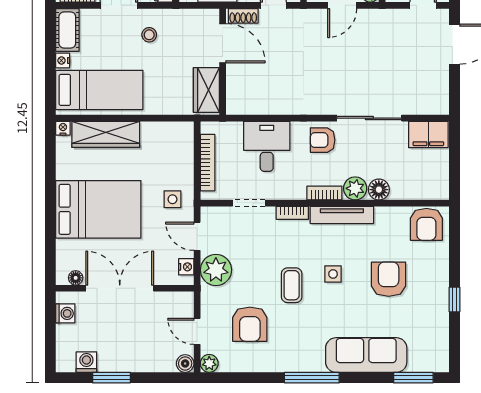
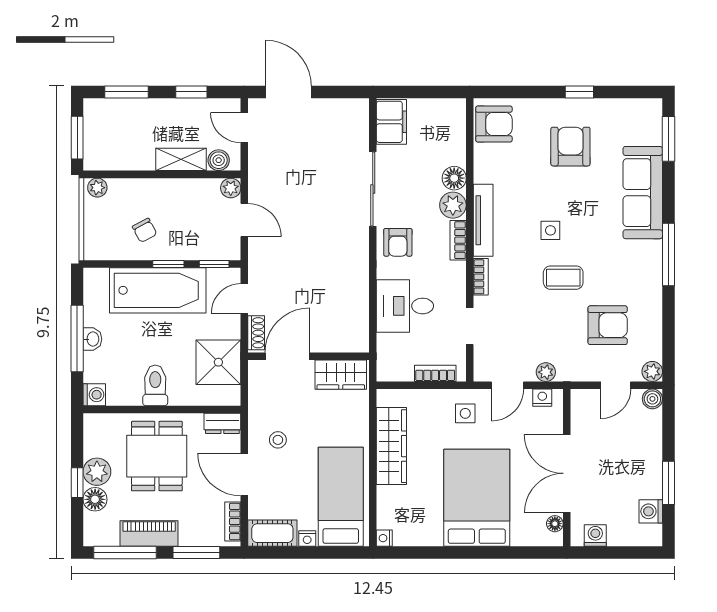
wardrobe: (106, 134) -> (391, 446), moved
bookcase: (208, 163) -> (435, 373), width x0.64
plant: (216, 270) -> (546, 372), width x0.53, depth x0.53
armchair: (389, 279) -> (570, 147), moved, turned 90

